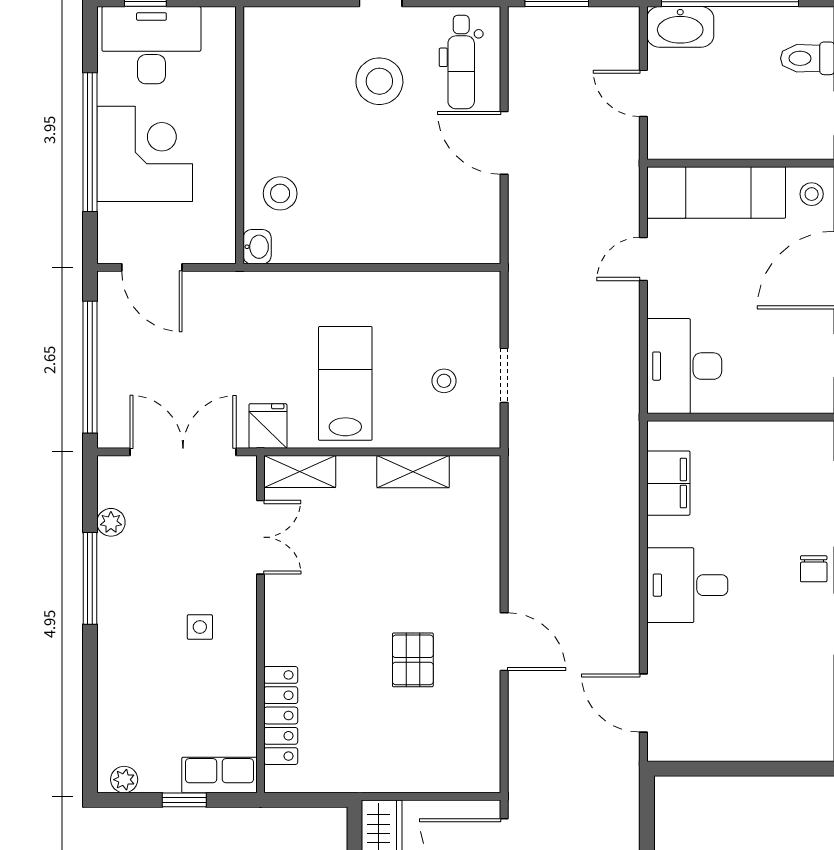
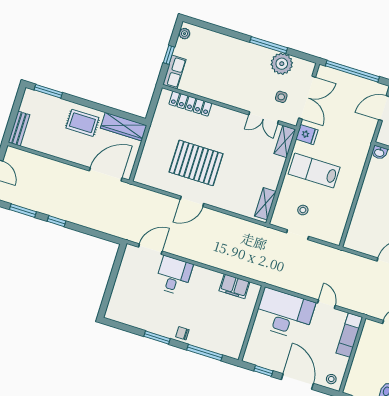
exam couch: (716, 192) -> (349, 335), width x0.73, depth x0.69
desk: (684, 366) -> (284, 314), width x1.36, depth x1.30
lab bench: (345, 383) -> (314, 171), turned 180
shelving: (413, 472) -> (265, 204), moved
plant: (111, 522) -> (282, 64), width x1.87, depth x1.87
desk: (687, 585) -> (174, 275), moved
side table: (200, 627) -> (281, 97), moved
pallet: (413, 660) -> (196, 163), width x2.05, depth x2.00

